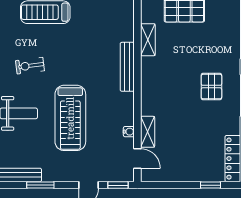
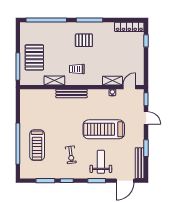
trolley: (166, 75) -> (77, 69), added
treadmill: (70, 118) -> (104, 129), turned 180

